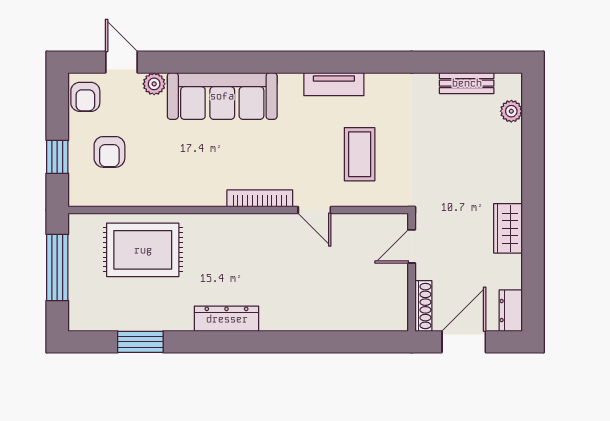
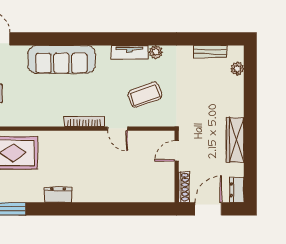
plant: (154, 84) -> (156, 52), moved
coffee table: (360, 154) -> (145, 95), turned 70
wardrobe: (508, 228) -> (235, 140), width x1.50
dresser: (227, 319) -> (58, 195), width x0.70

